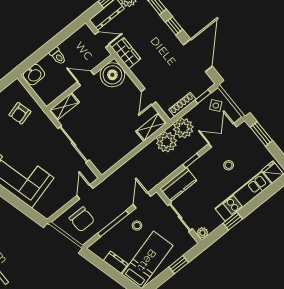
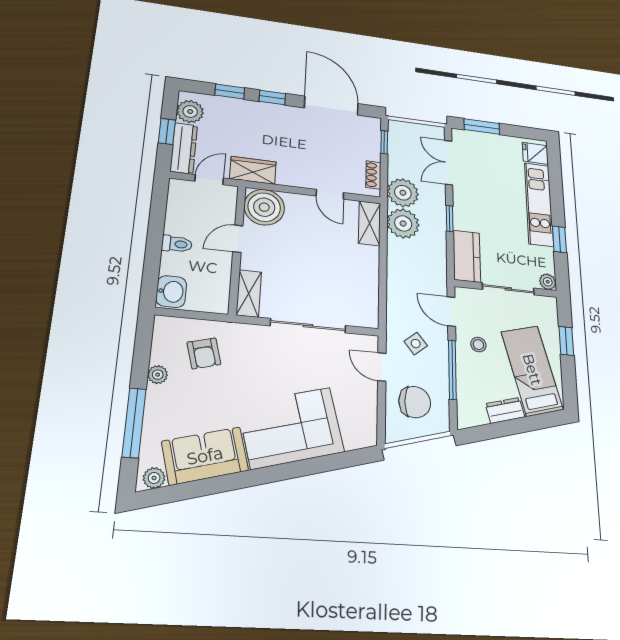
shoe rack: (182, 104) -> (373, 175), width x0.70
side table: (216, 106) -> (416, 344), moved
stool: (229, 165) -> (489, 187), removed

